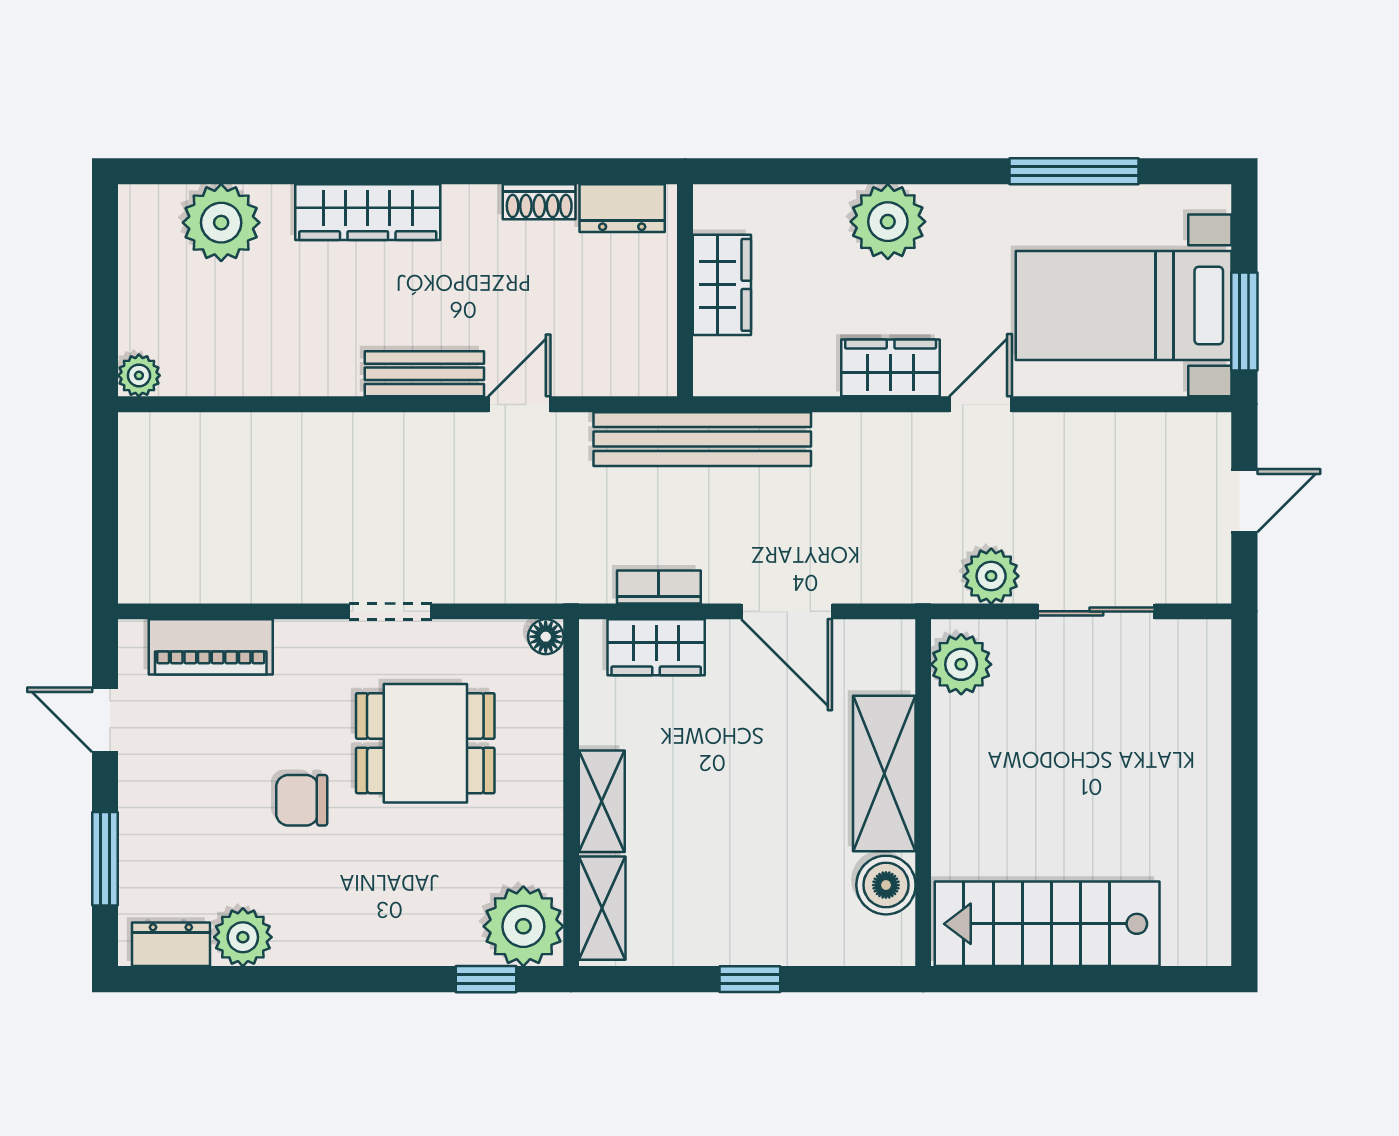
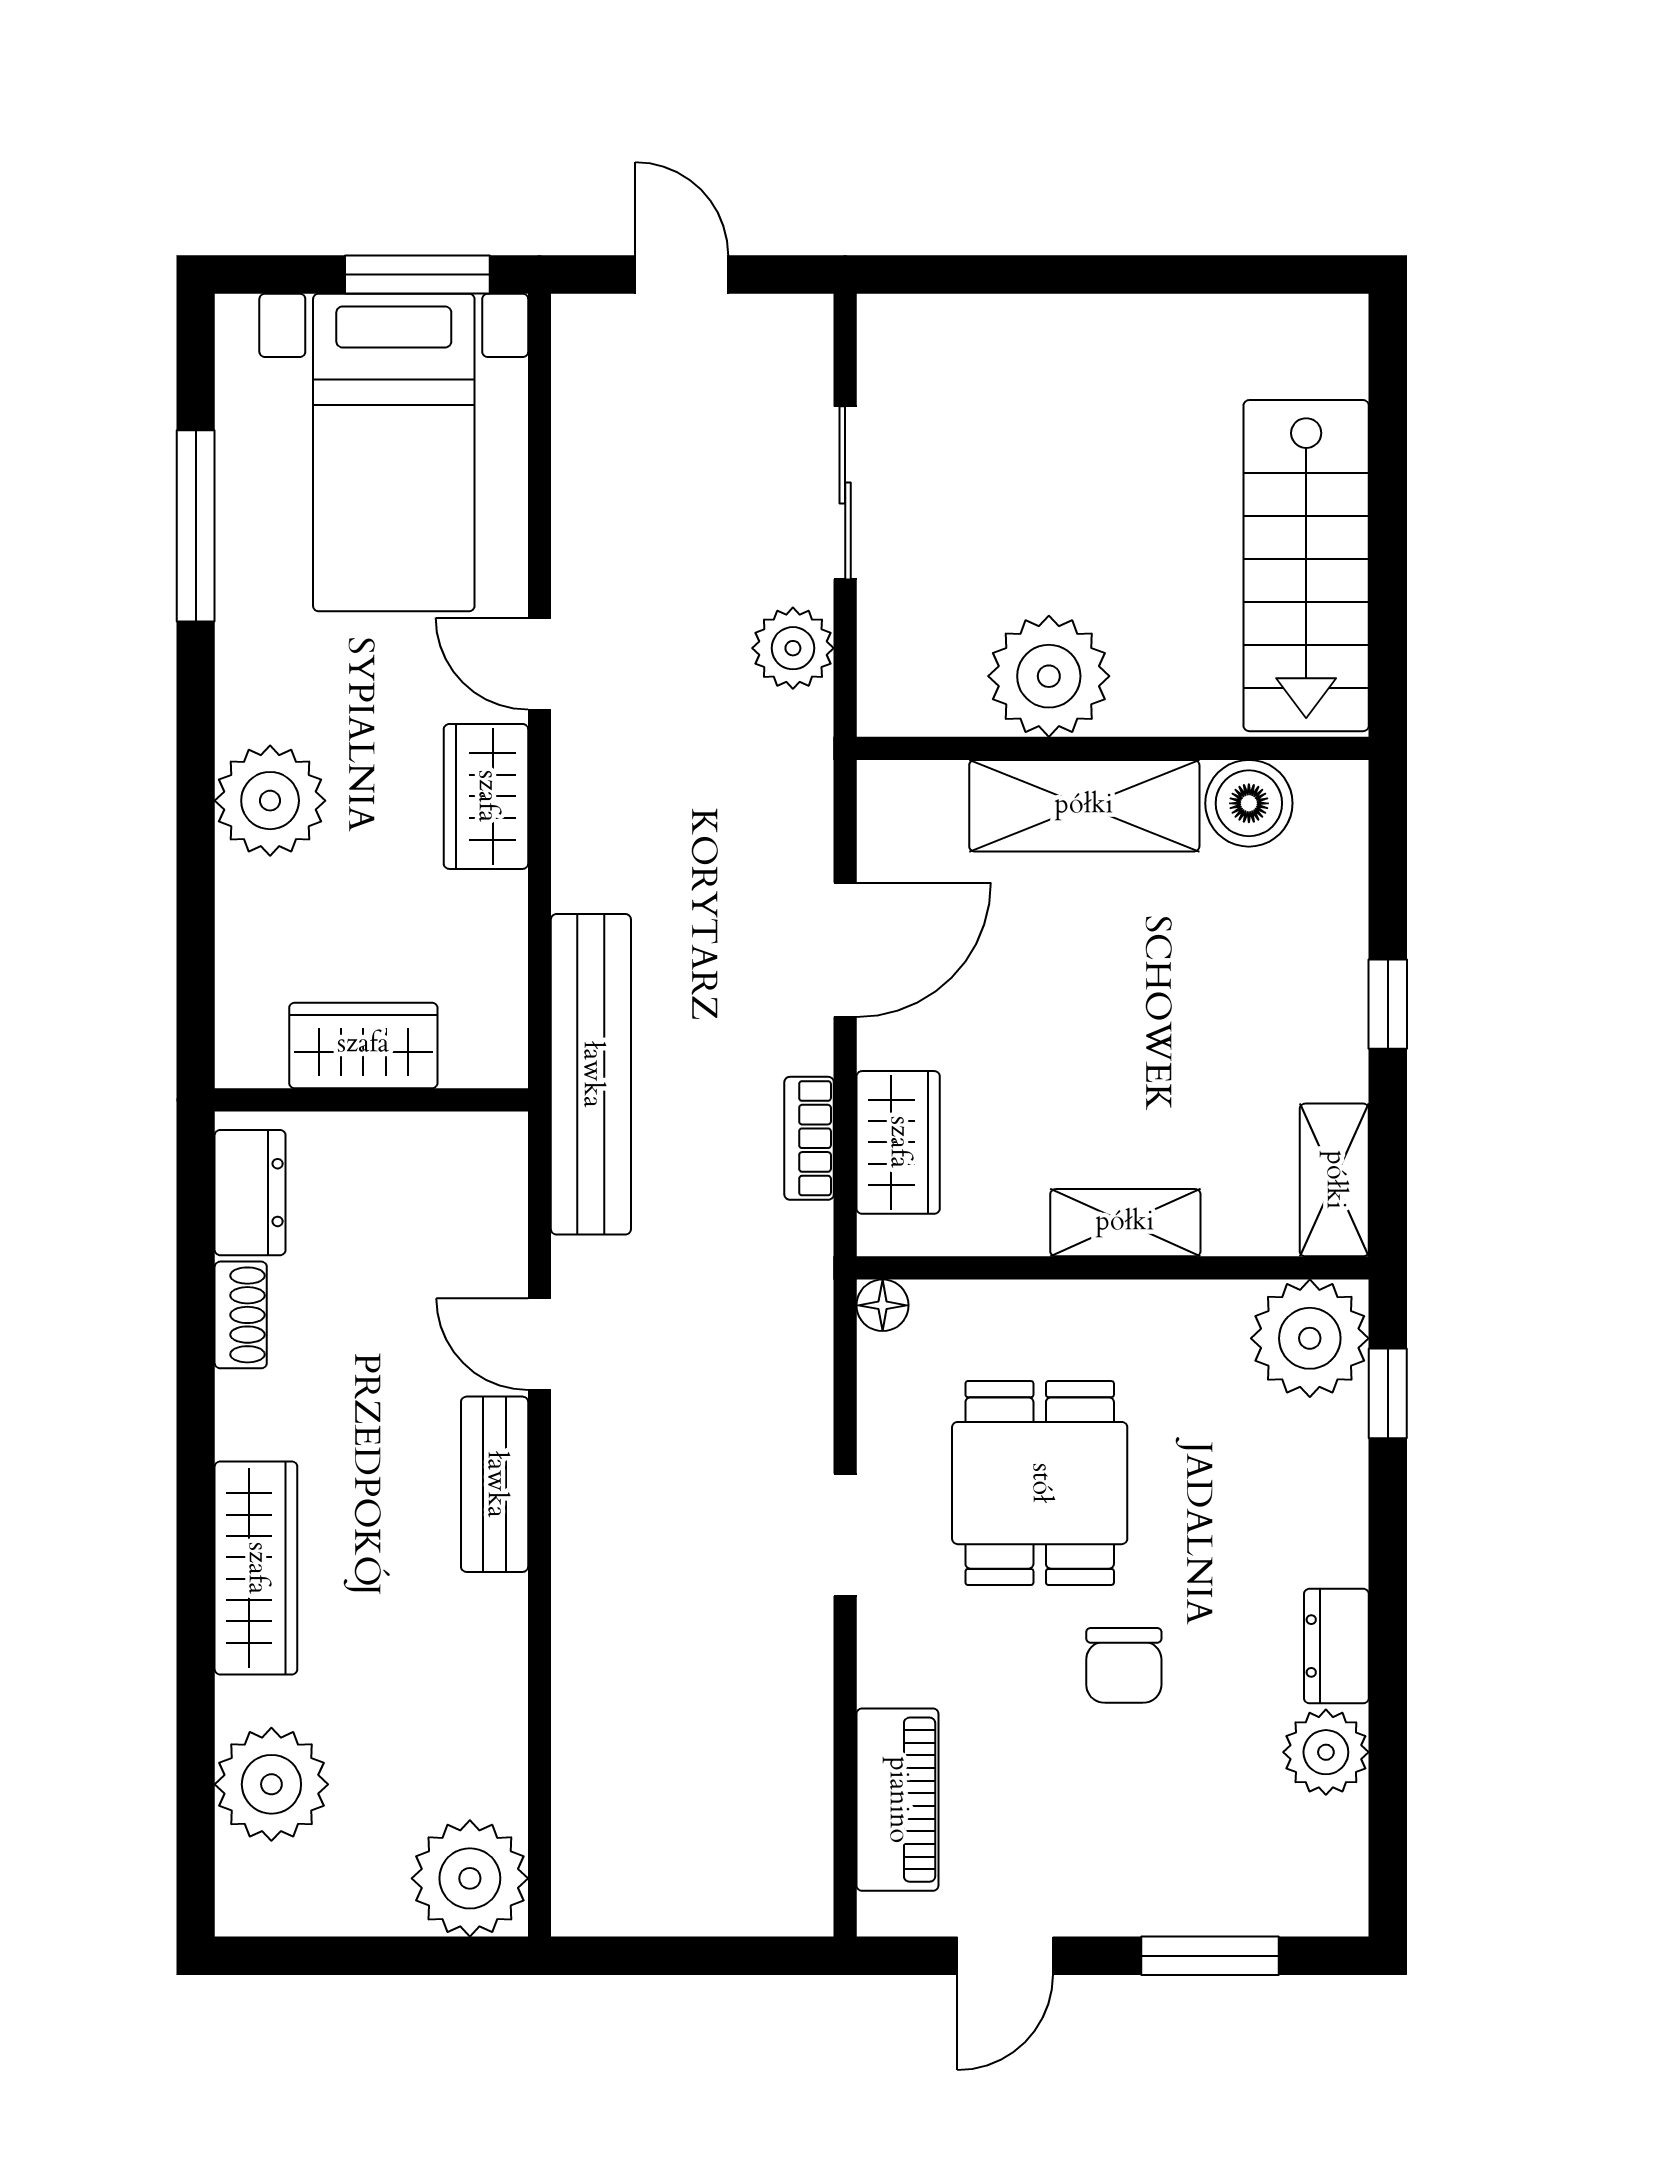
plant: (139, 375) -> (470, 1878), width x1.88, depth x1.88
plant: (961, 664) -> (1049, 676), moved, width x1.36, depth x1.36
shelving: (602, 908) -> (1334, 1180), moved, turned 90
dresser: (171, 944) -> (1336, 1646), moved

